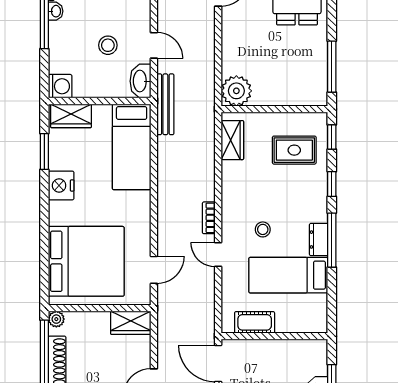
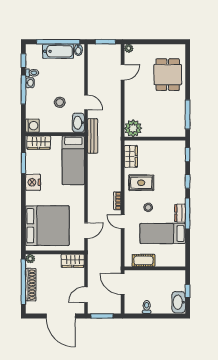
rug: (294, 150) -> (141, 183), moved

